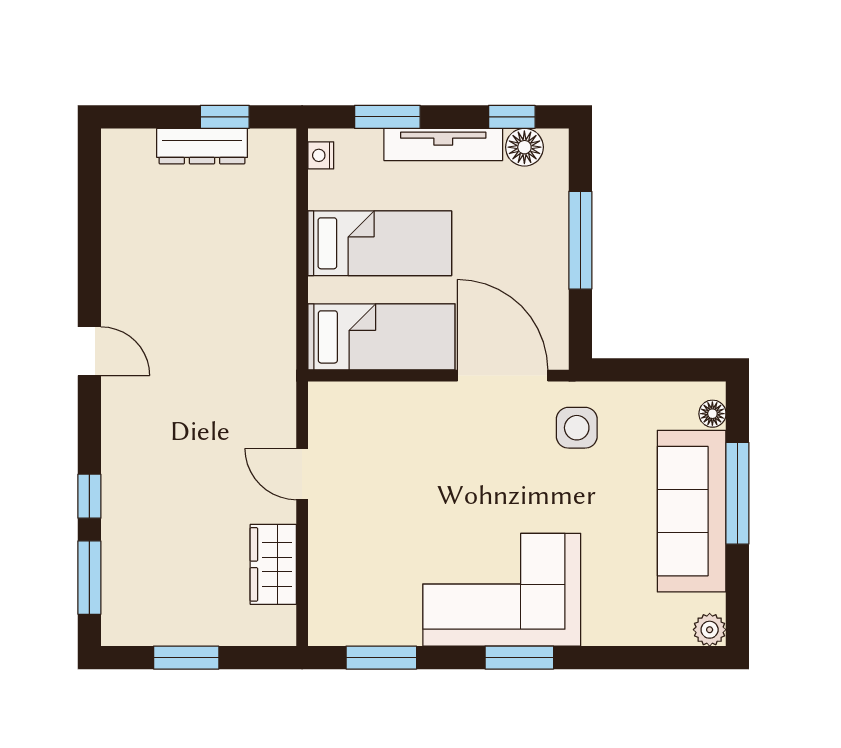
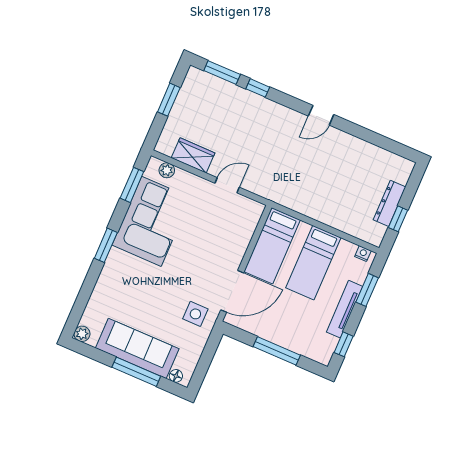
floor lamp: (524, 147) -> (328, 344), removed
corner sofa: (502, 590) -> (151, 221), moved
plant: (324, 603) -> (167, 170), added

